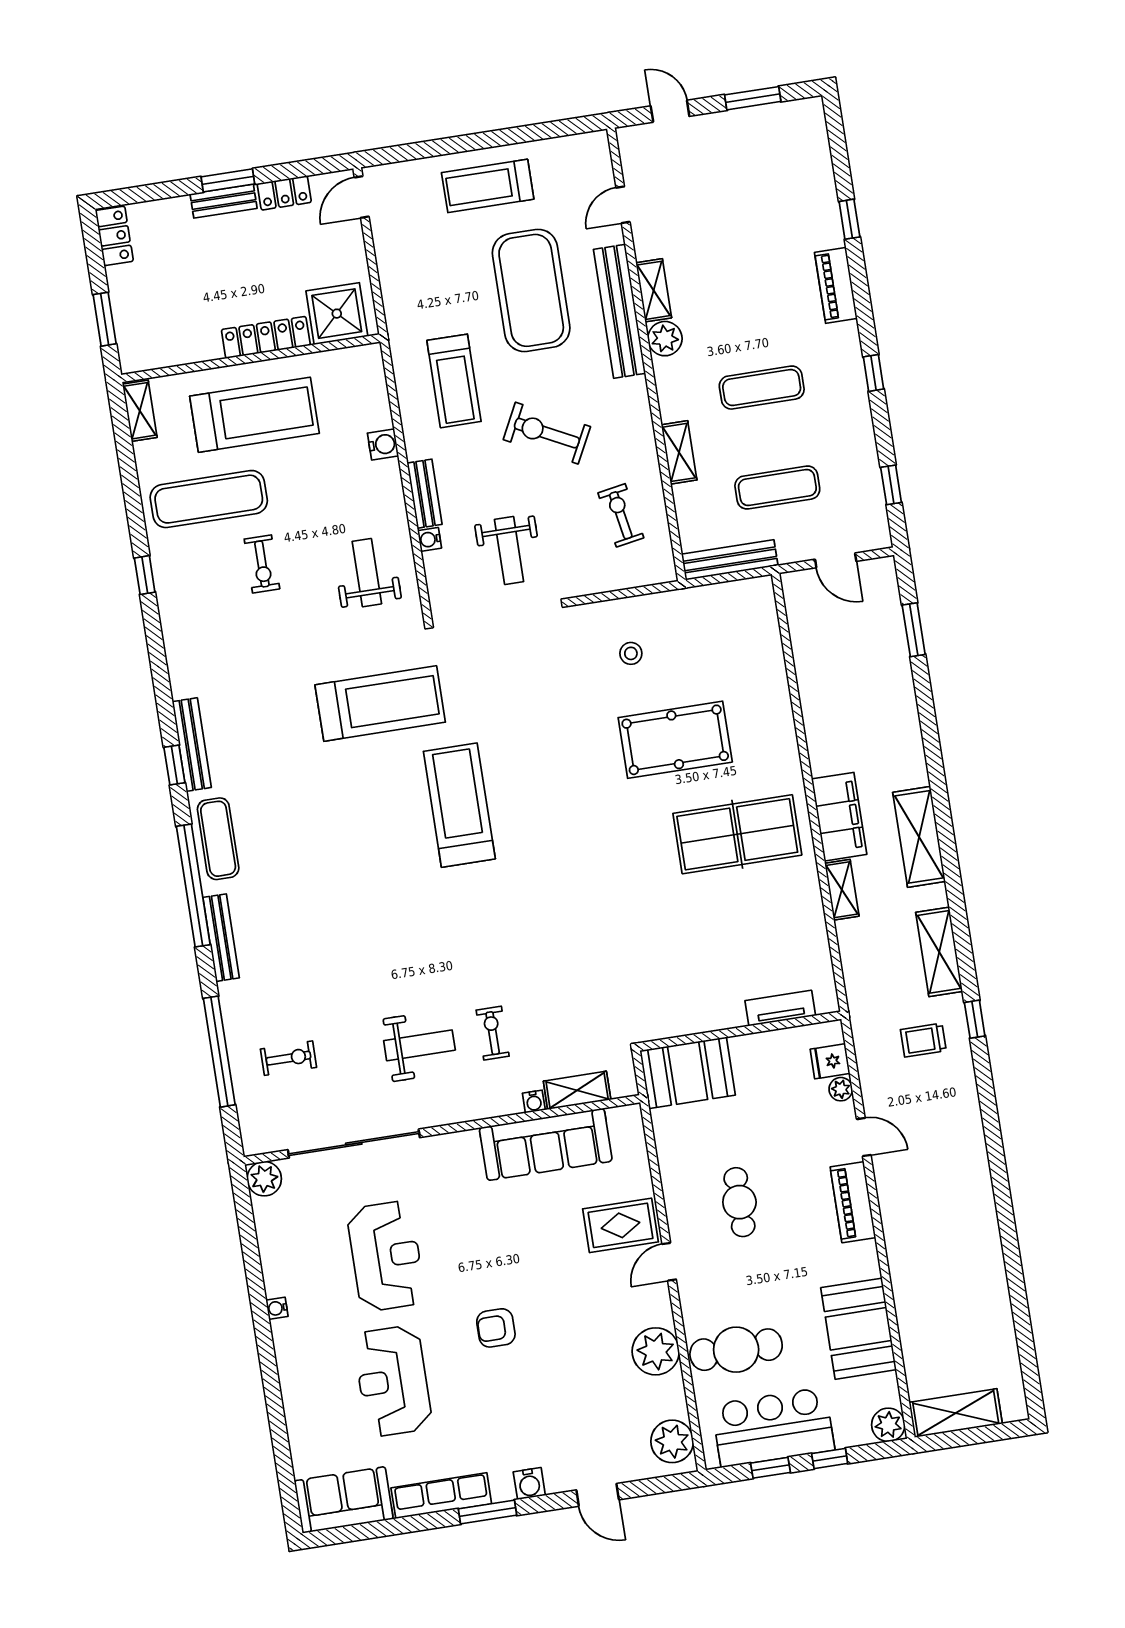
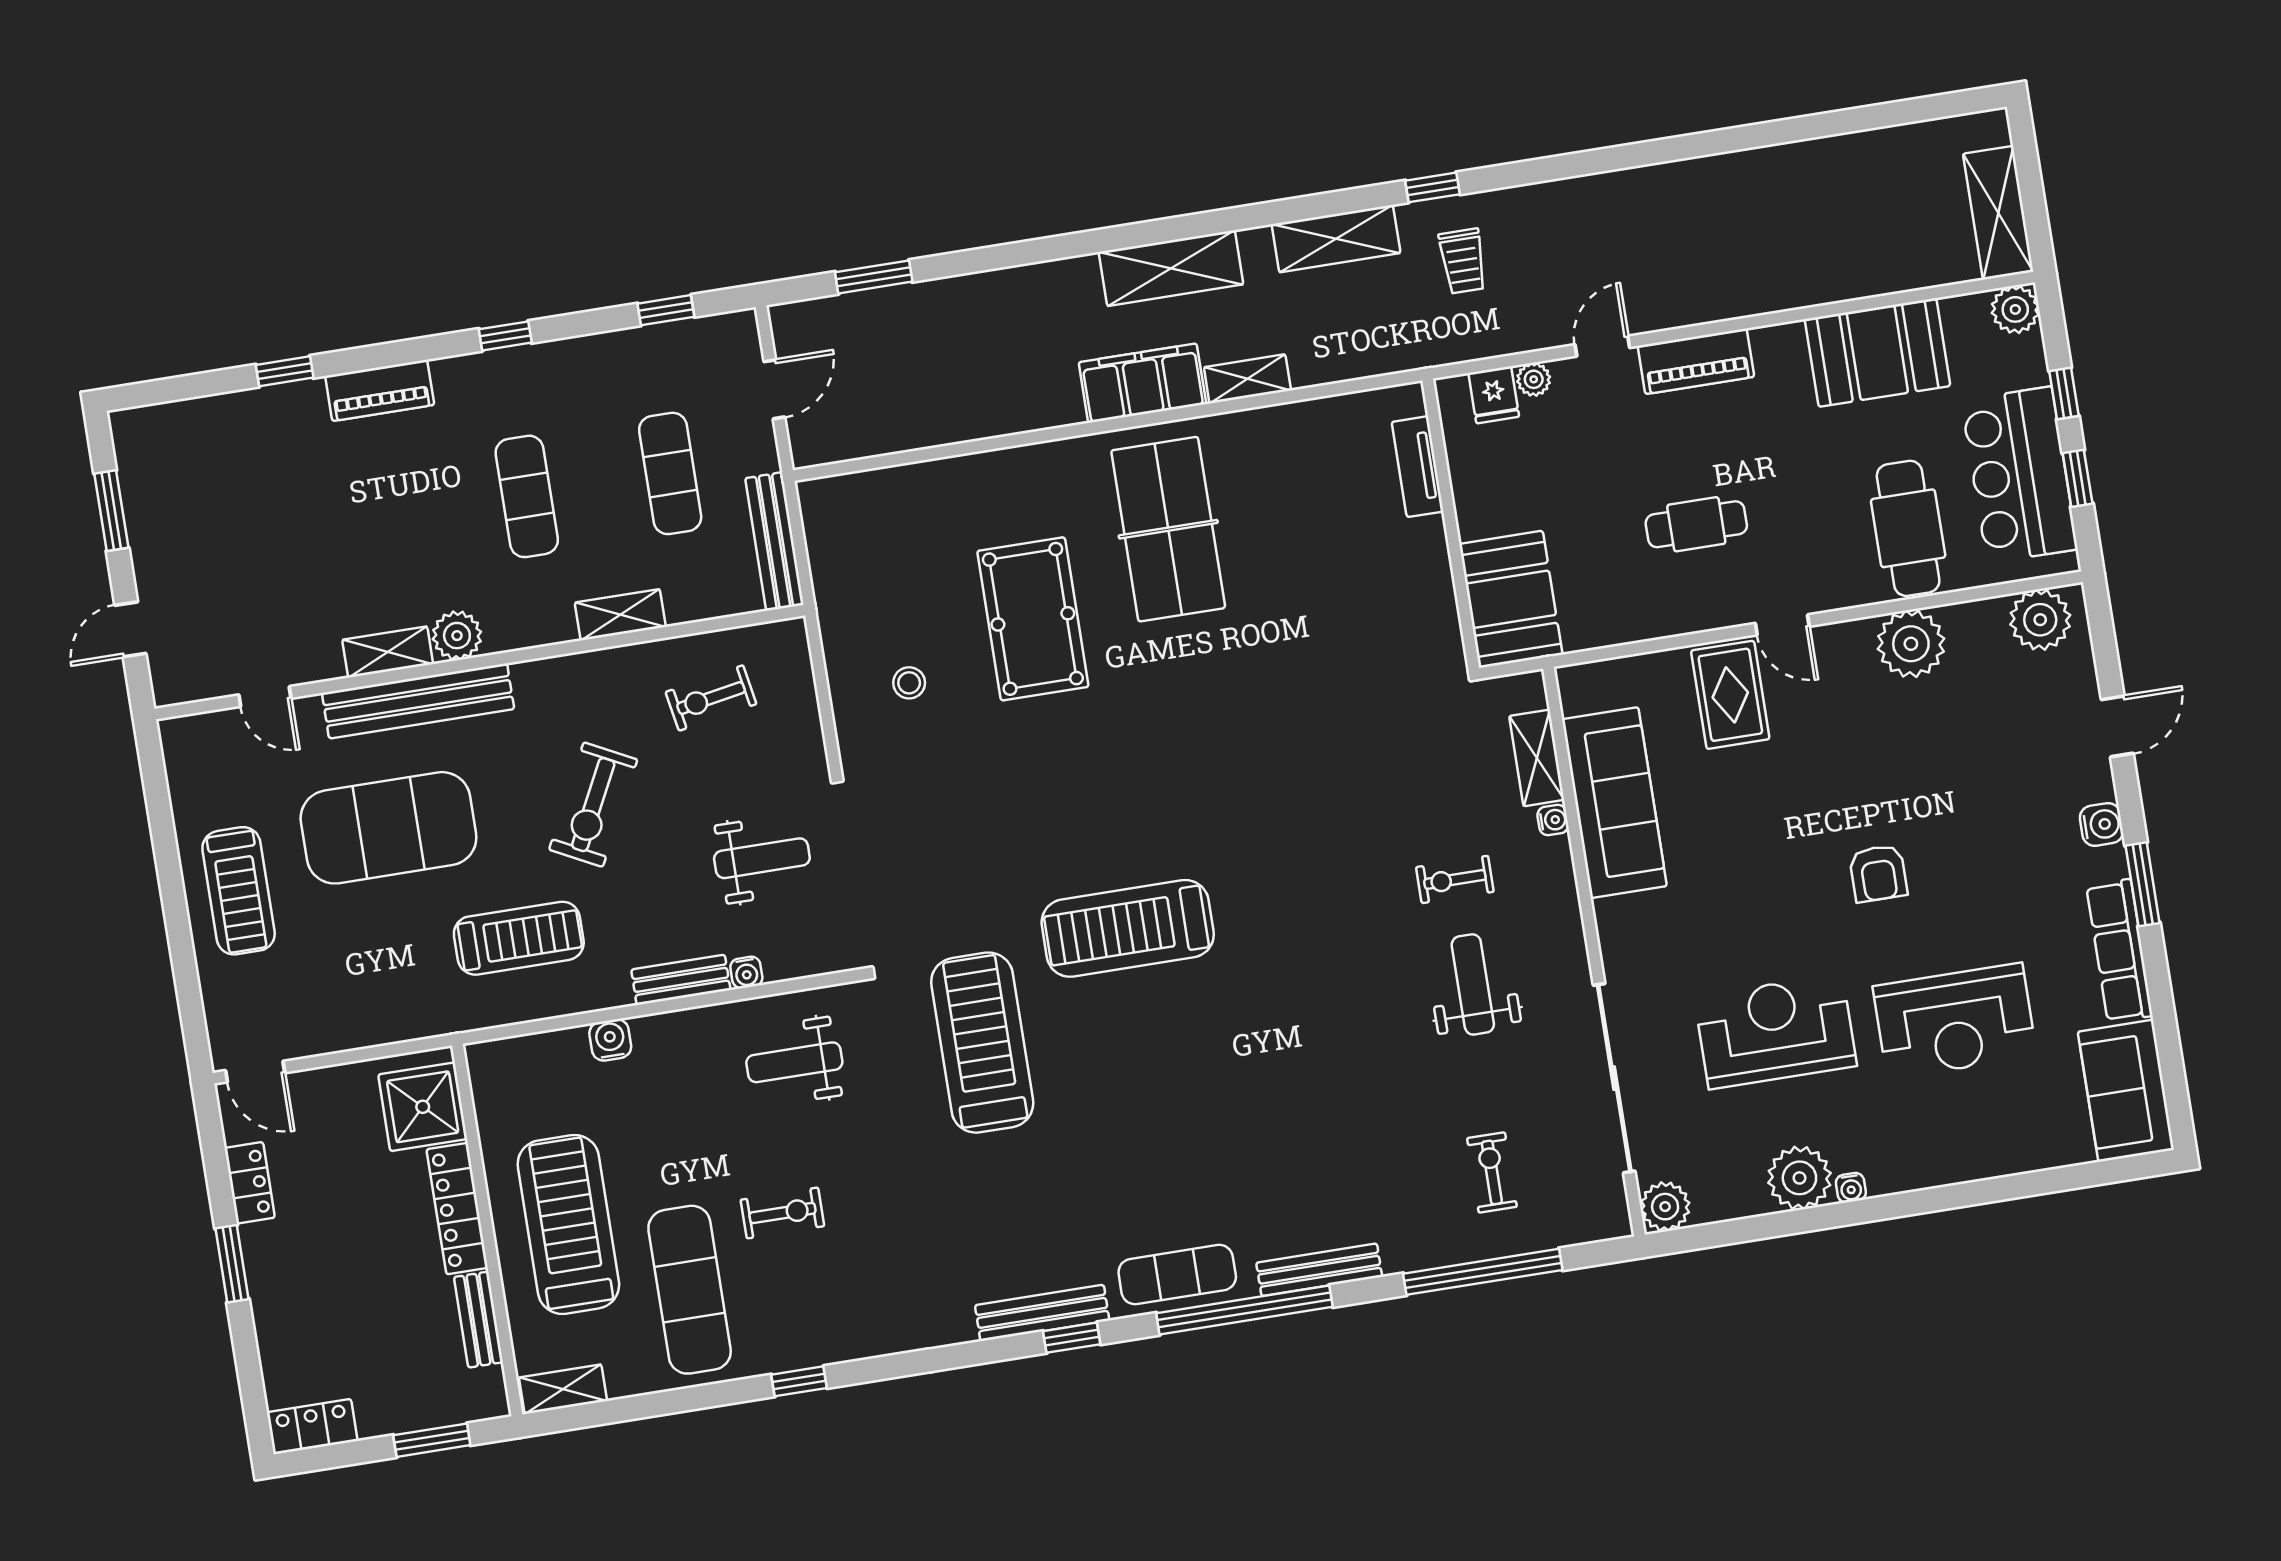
bench: (224, 201) -> (478, 1320), moved
plant: (284, 1272) -> (1799, 1178), added

